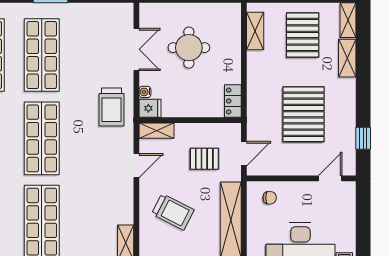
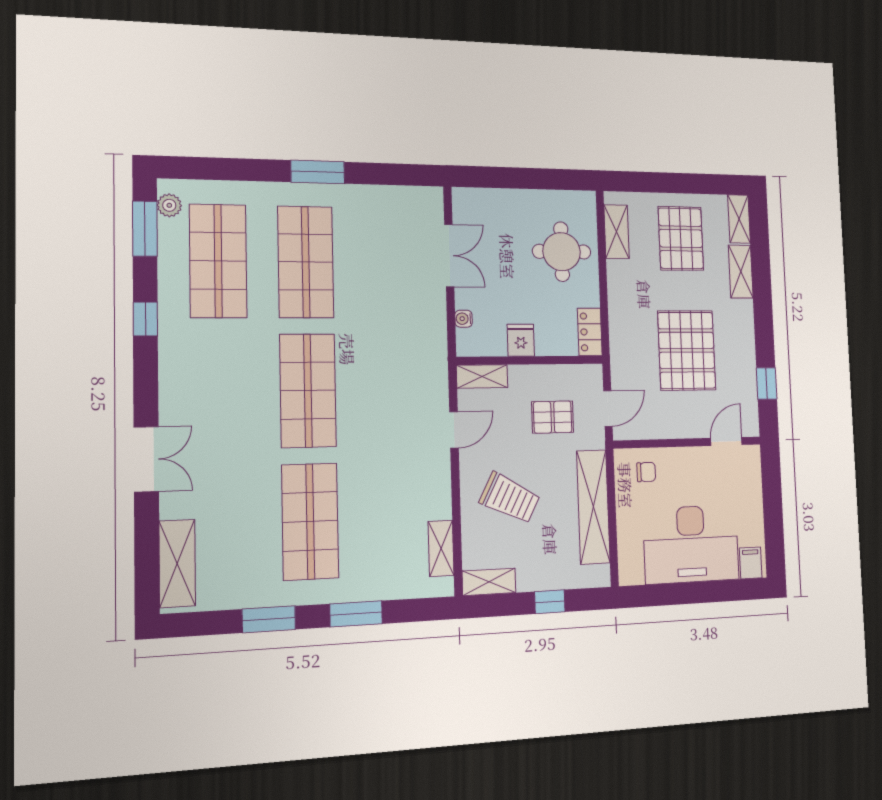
round table: (189, 48) -> (562, 252), moved
trolley: (112, 107) -> (414, 341), removed
fridge: (150, 108) -> (521, 340), moved, turned -90

